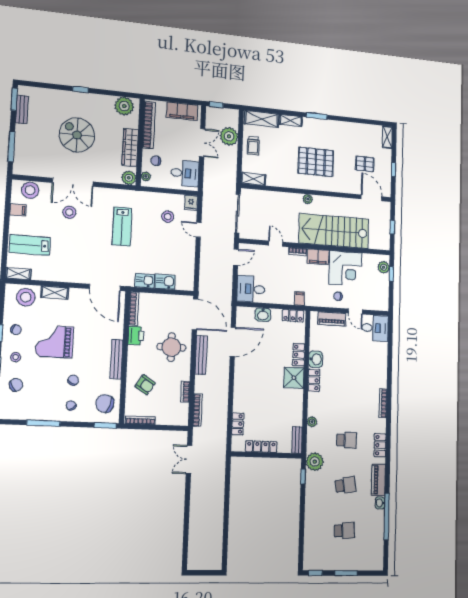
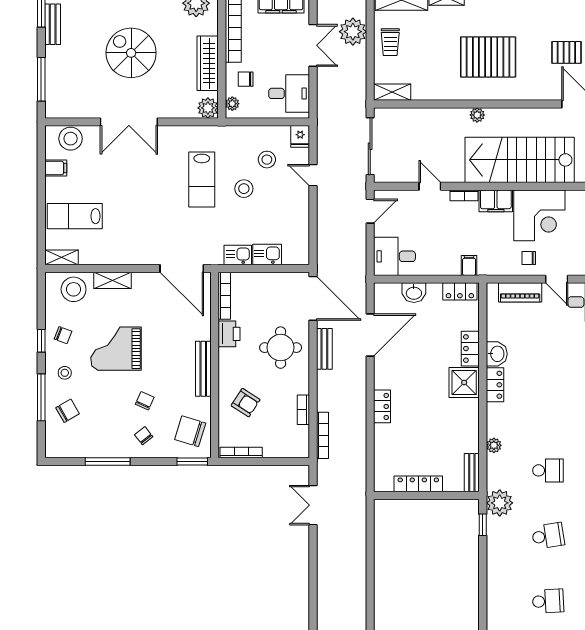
stool: (69, 212) -> (244, 189), moved
bench: (201, 355) -> (324, 349), width x0.73
locker: (238, 424) -> (382, 406), moved

